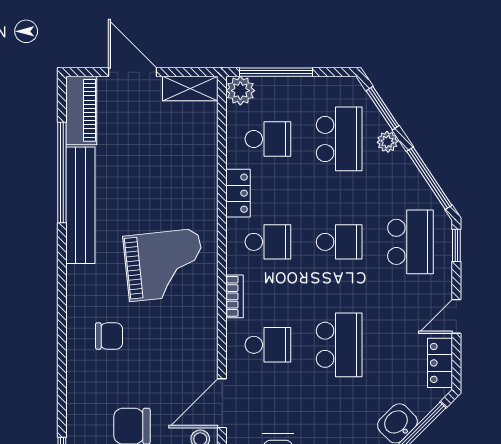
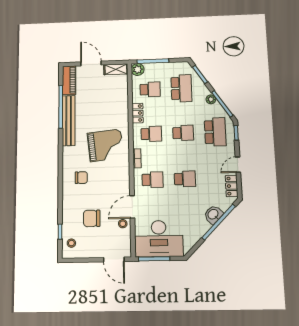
plant: (387, 142) -> (211, 99), moved
school desk: (339, 345) -> (185, 179), width x0.54

